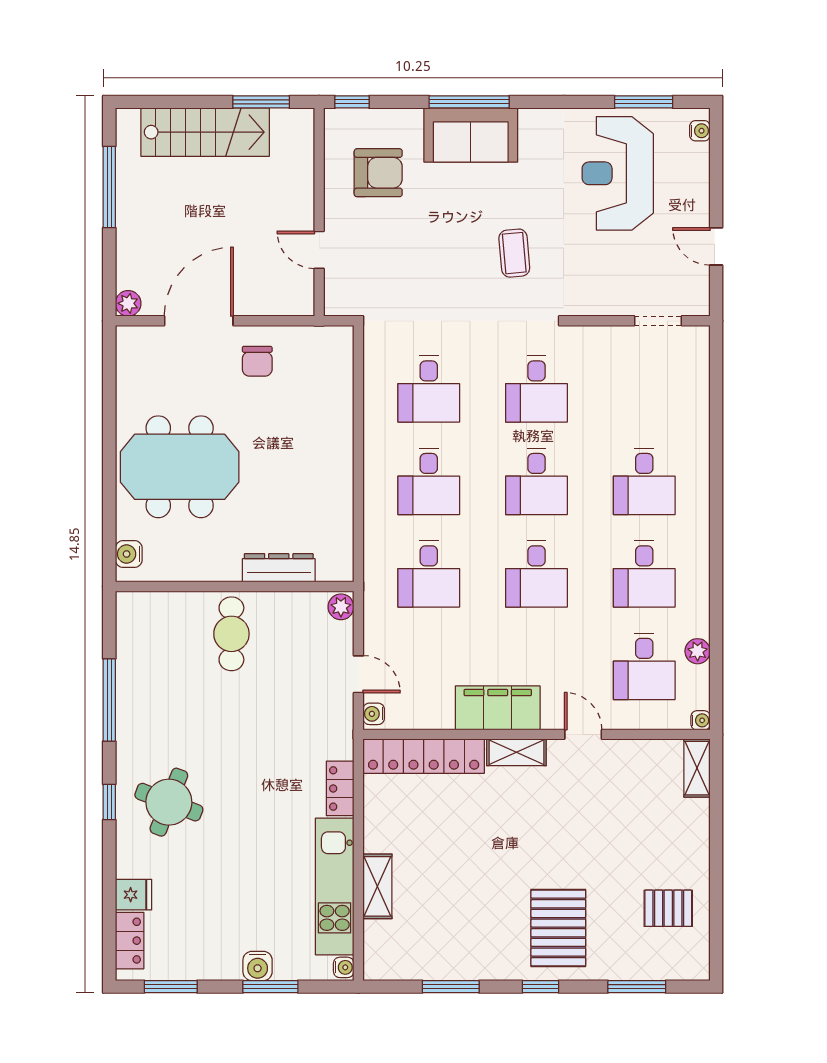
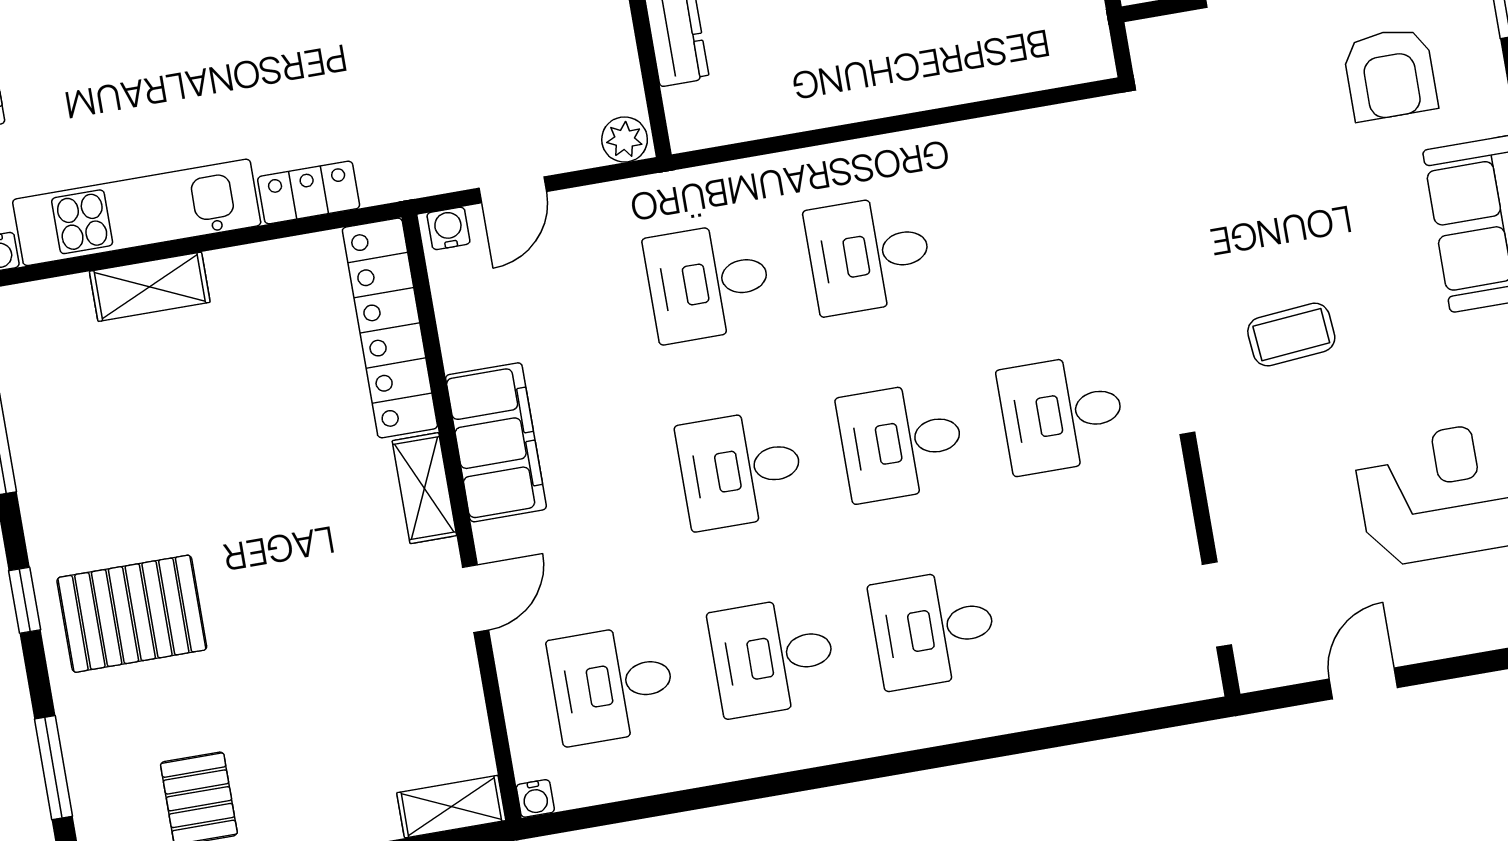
desk: (429, 389) -> (1030, 227), removed
plant: (698, 651) -> (655, 772), removed

